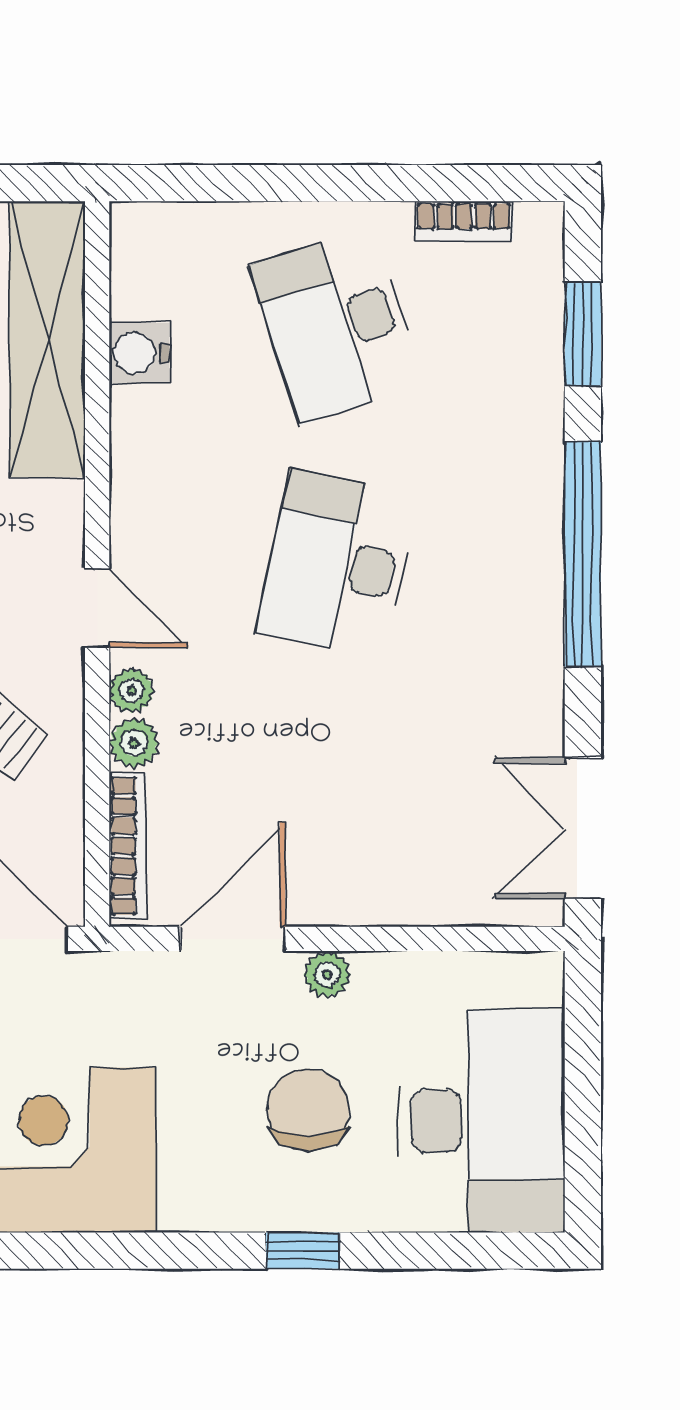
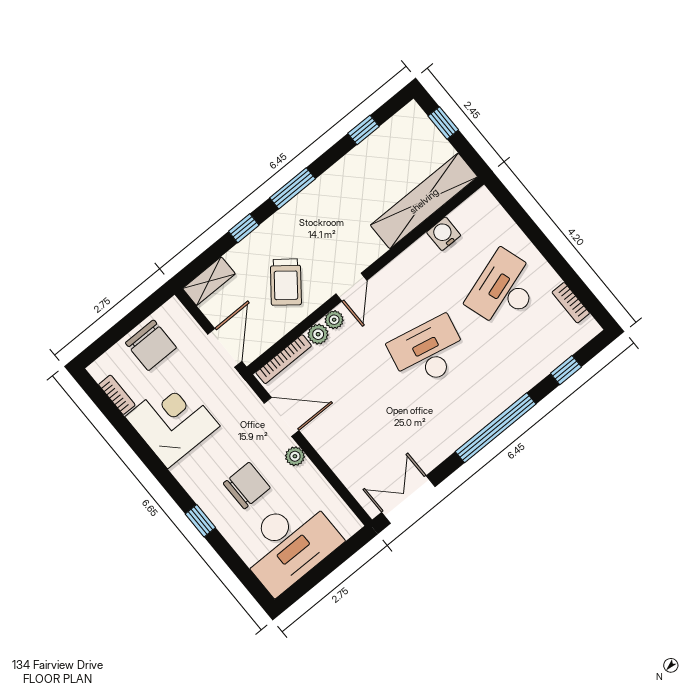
window: (583, 334) -> (566, 370), width x0.67

